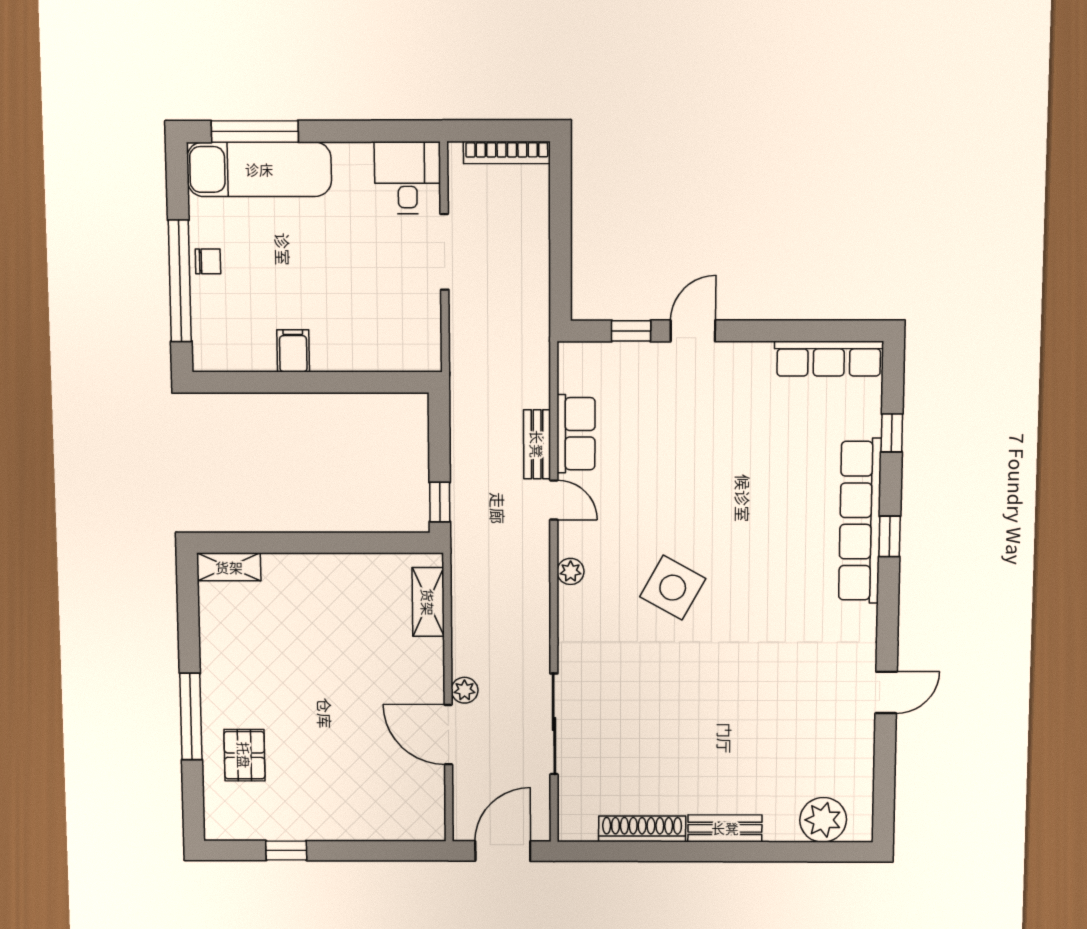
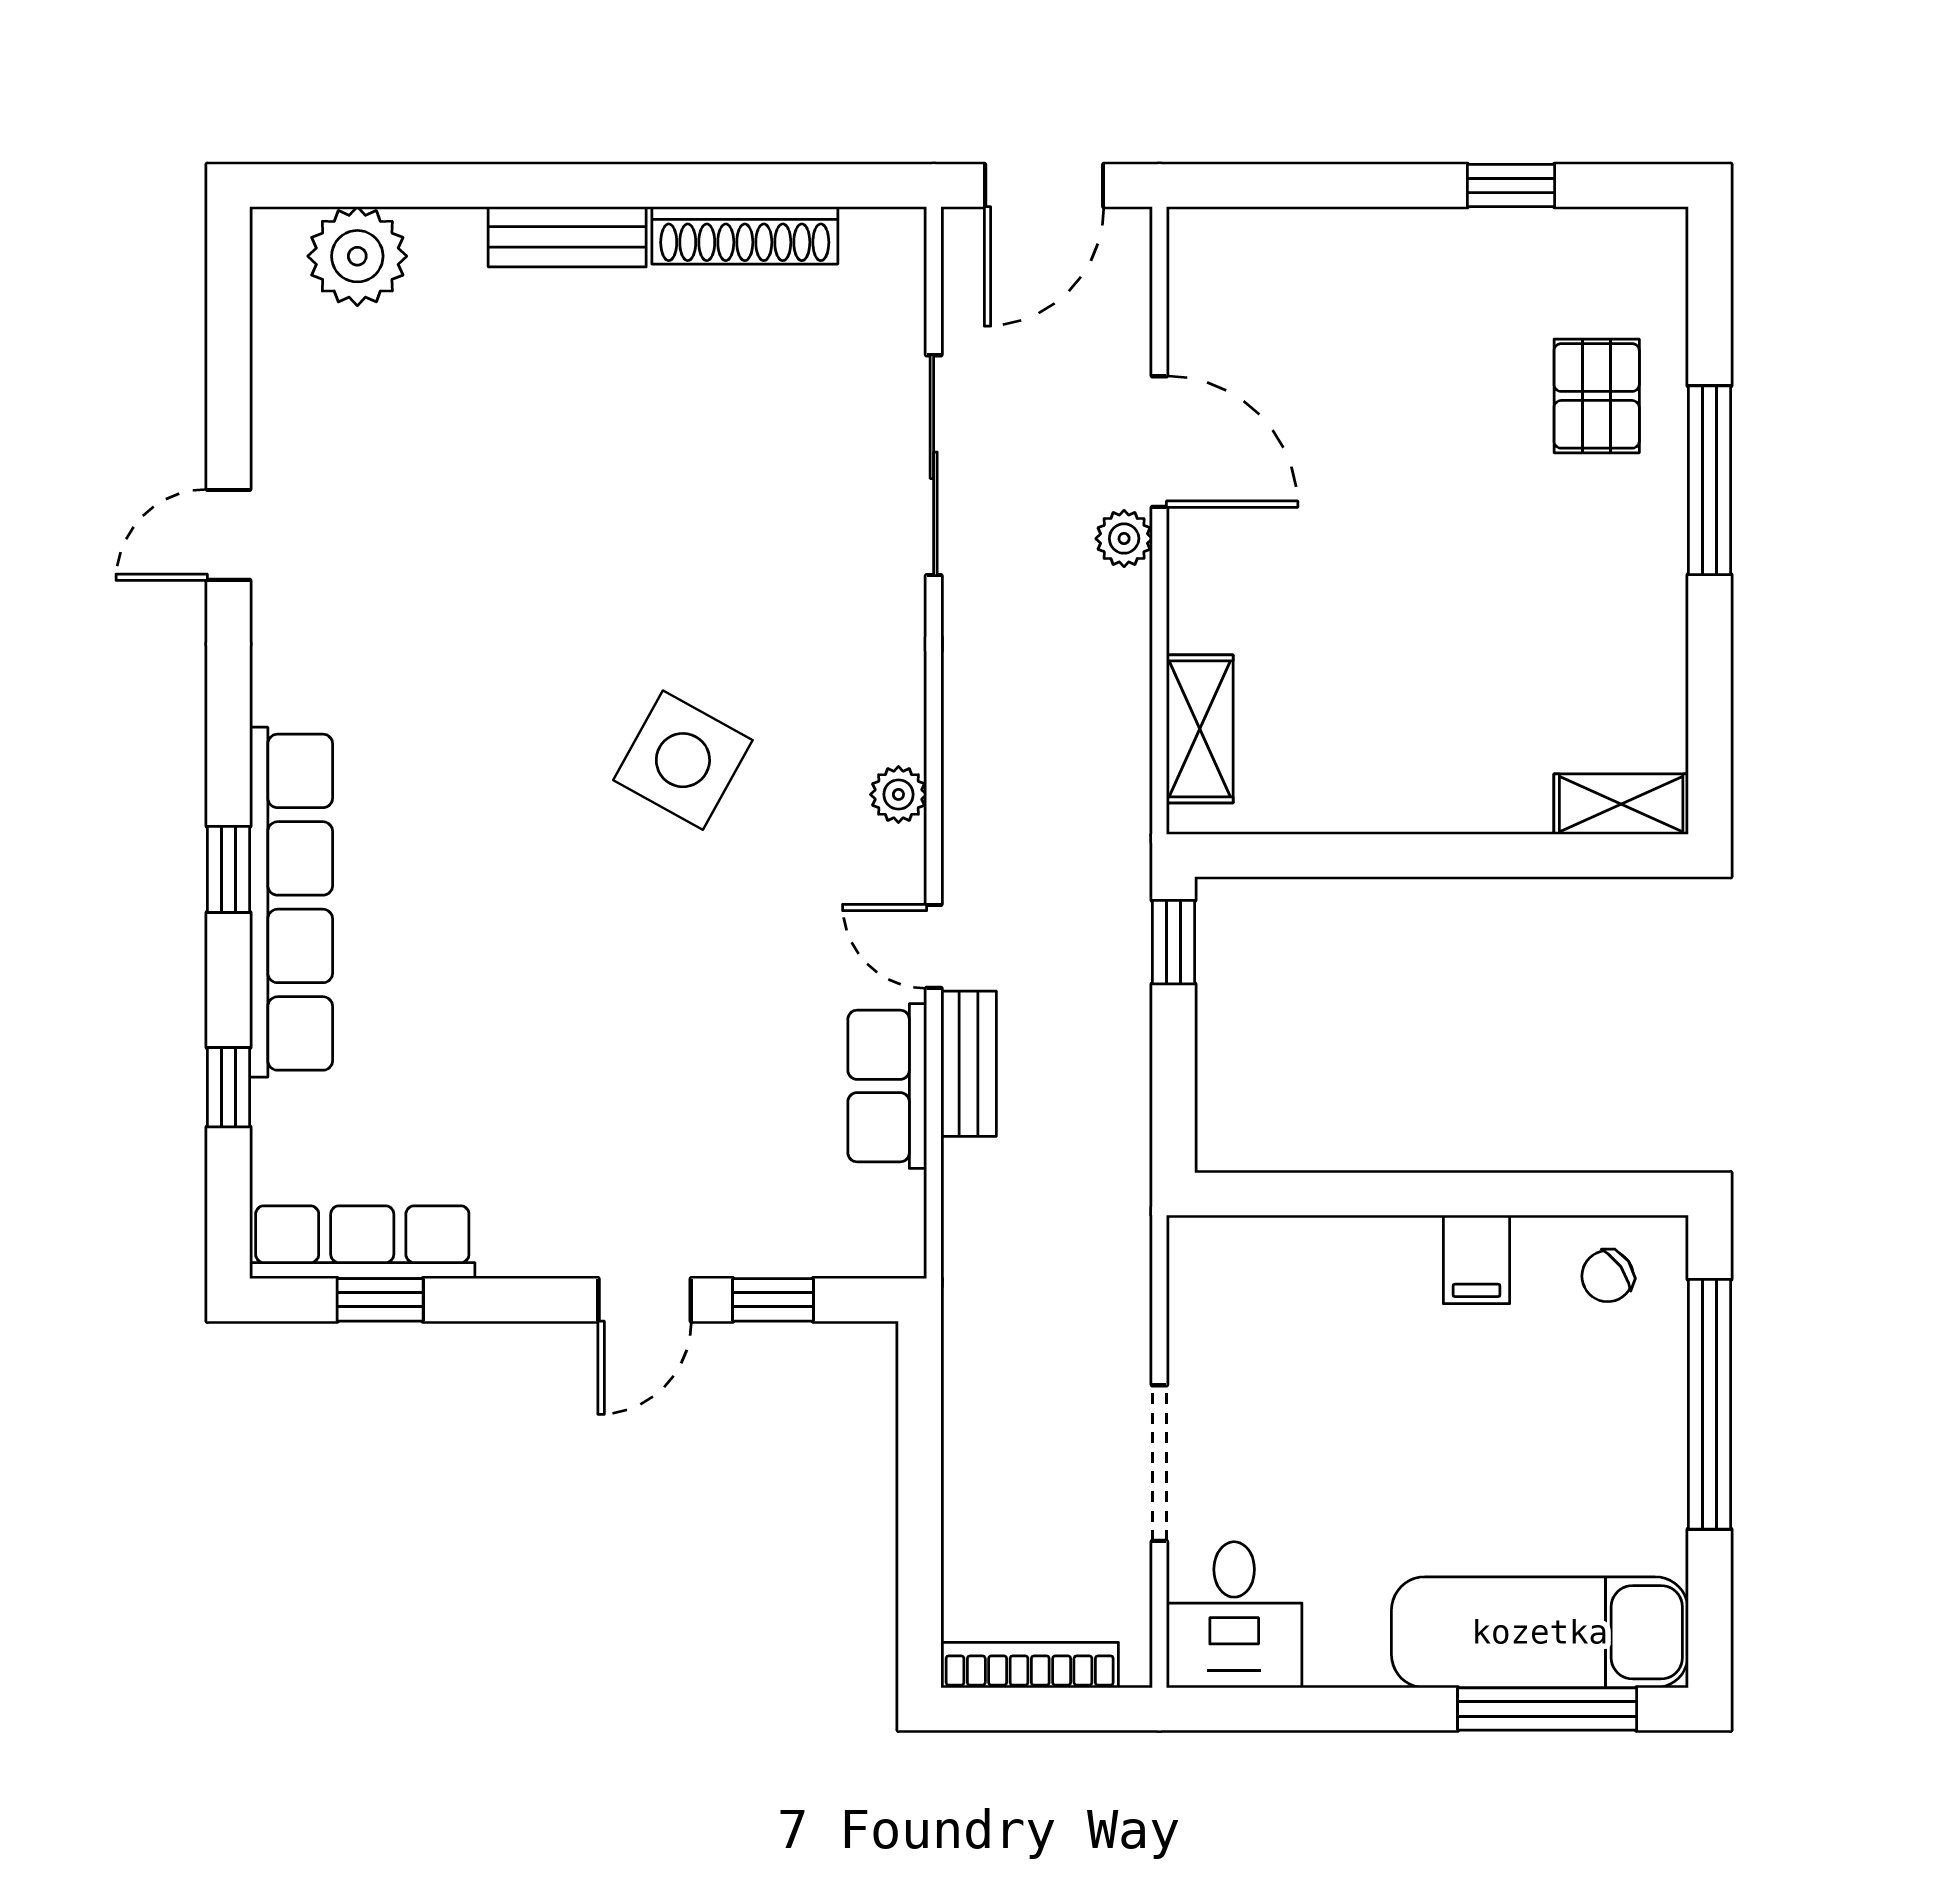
chair: (208, 261) -> (1608, 1276), moved, turned -35
window: (821, 331) -> (380, 1300), added

